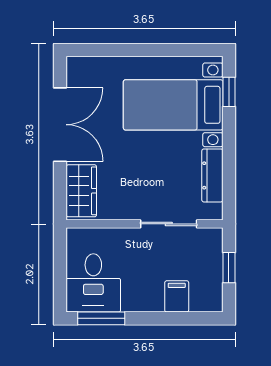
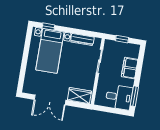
double door: (60, 125) -> (50, 100), swing flipped
filing cabinet: (177, 296) -> (130, 68), width x2.00

